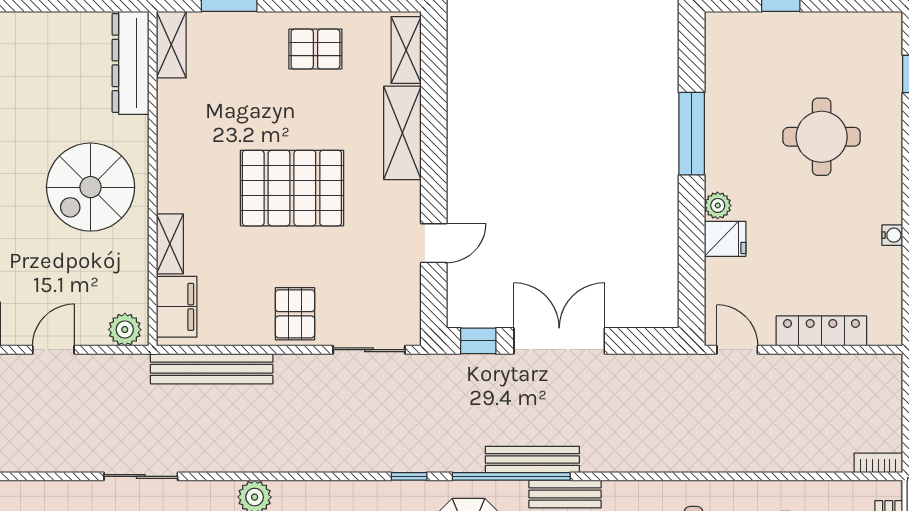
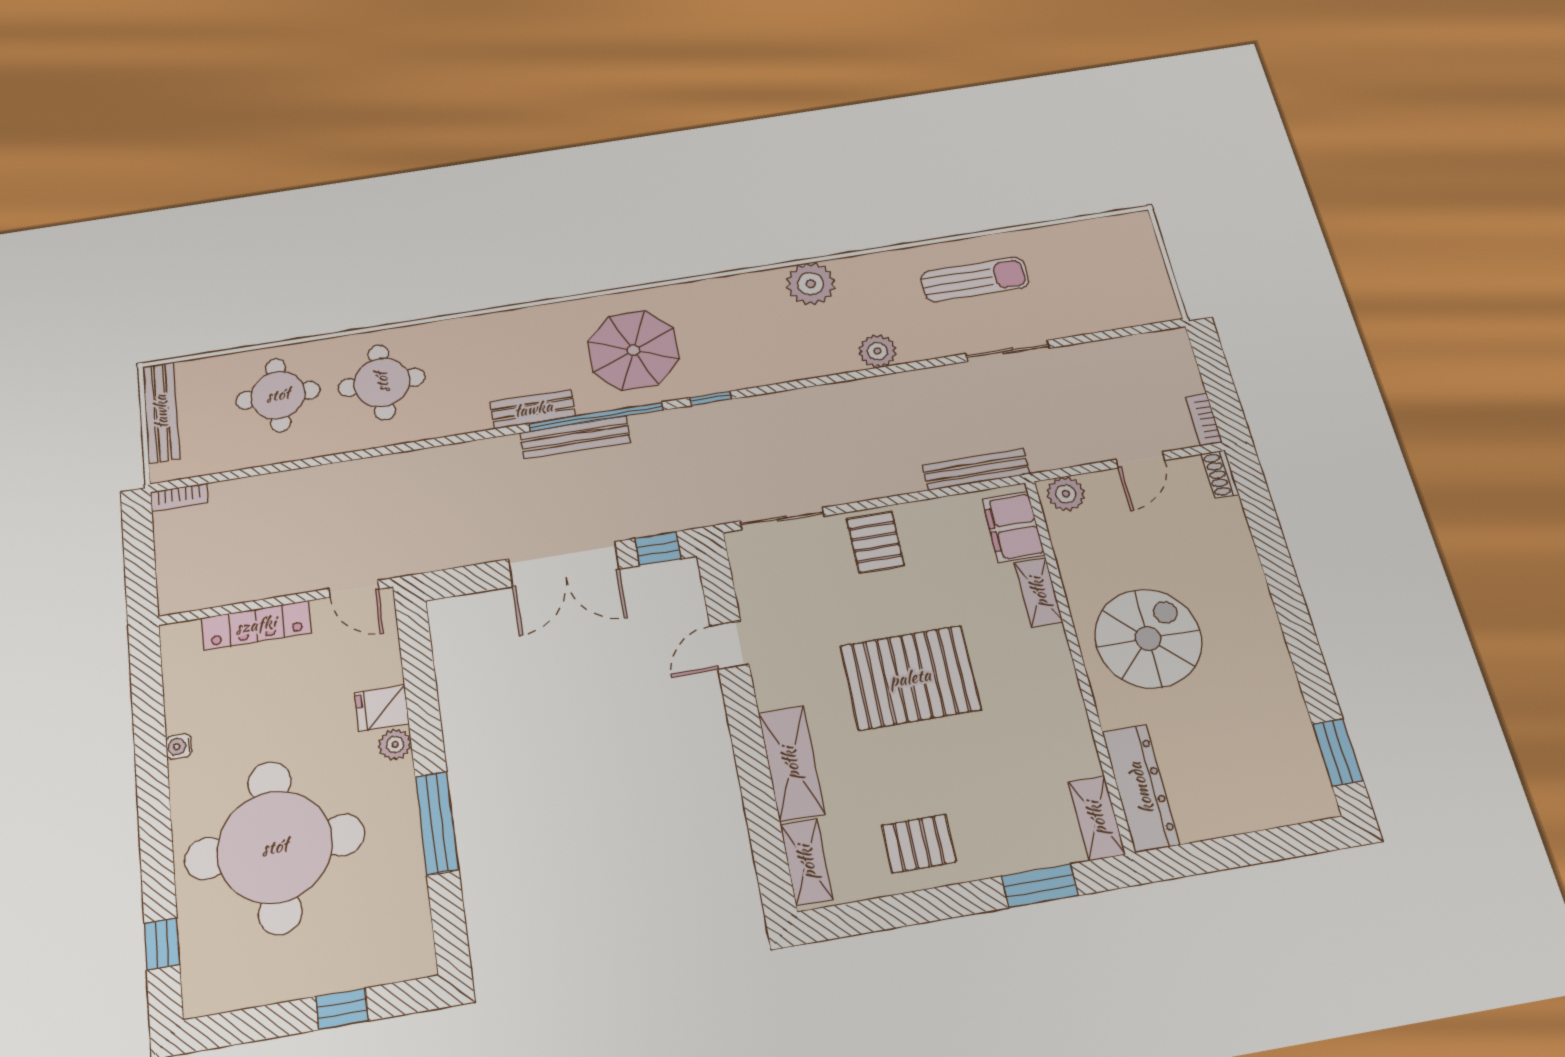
round table: (822, 137) -> (275, 847), width x1.86, depth x1.86
bench: (212, 369) -> (976, 469), width x0.73, depth x0.82

